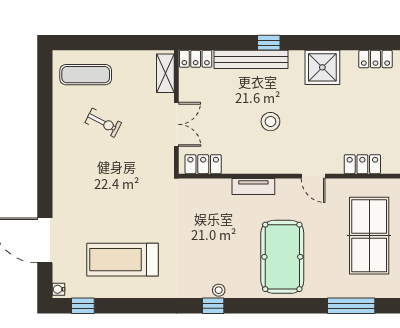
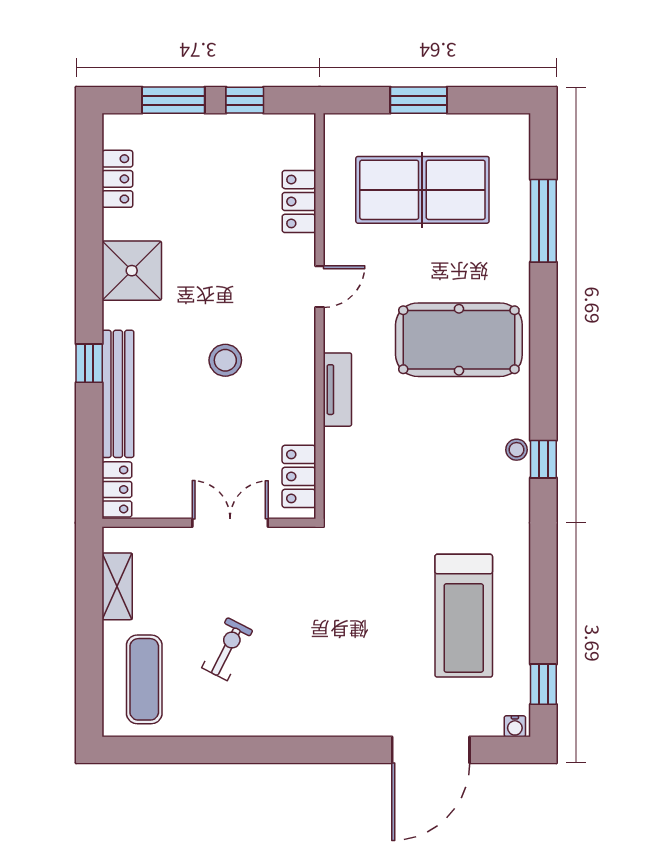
shelving: (165, 73) -> (117, 586), moved, turned 90

